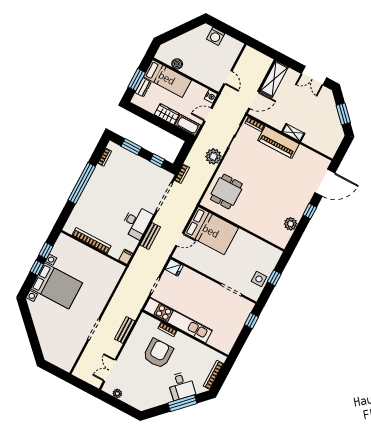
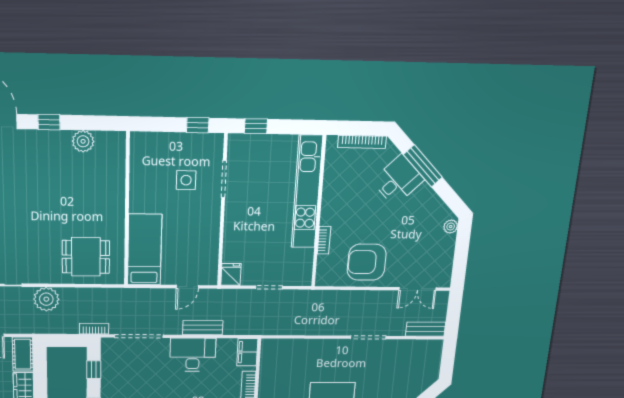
bed: (211, 231) -> (145, 250), width x0.67
door: (180, 239) -> (187, 287), swing flipped
filing cabinet: (126, 257) -> (247, 352), width x2.00
window: (274, 278) -> (198, 125), moved
side table: (259, 279) -> (186, 180), moved
kitchen unit: (178, 320) -> (307, 192), moved
bench: (125, 330) -> (426, 329), moved
armchair: (158, 353) -> (367, 262), moved
plant: (117, 393) -> (451, 227), moved

